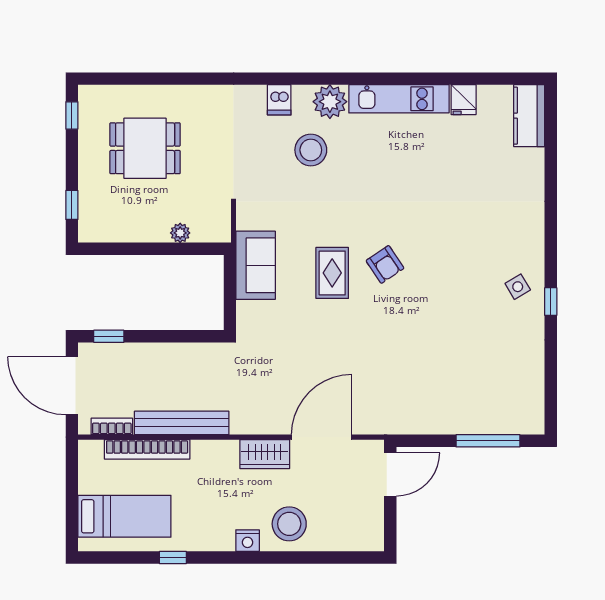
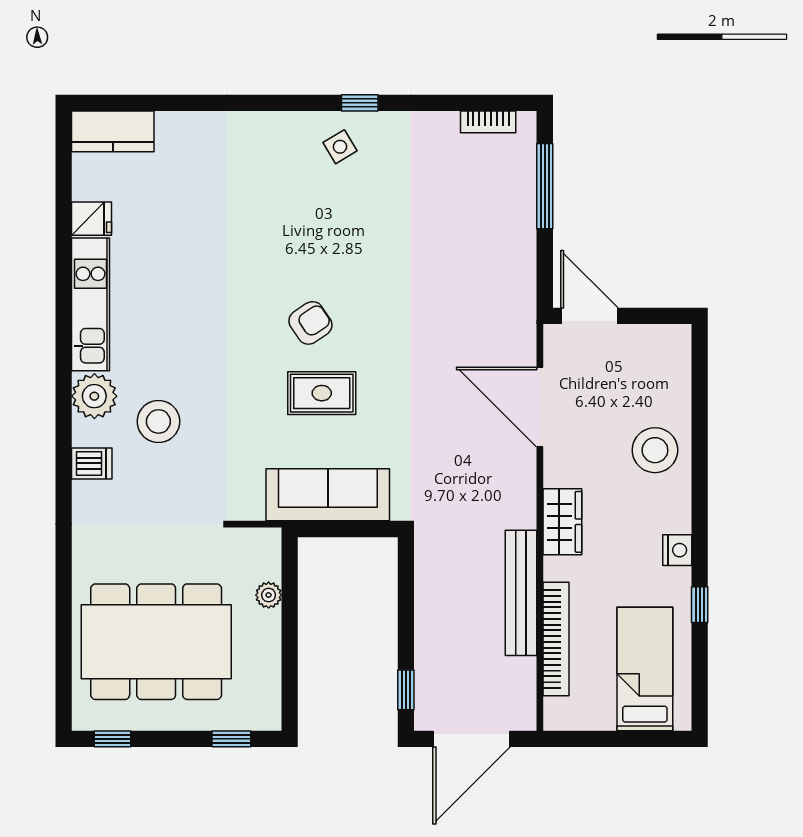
dining table: (145, 148) -> (156, 642), width x1.87, depth x1.24
sofa: (256, 265) -> (328, 495), width x1.36
bookcase: (112, 426) -> (488, 122), moved, turned -90
wardrobe: (265, 454) -> (562, 522), moved
nightstand: (248, 541) -> (677, 550), moved

